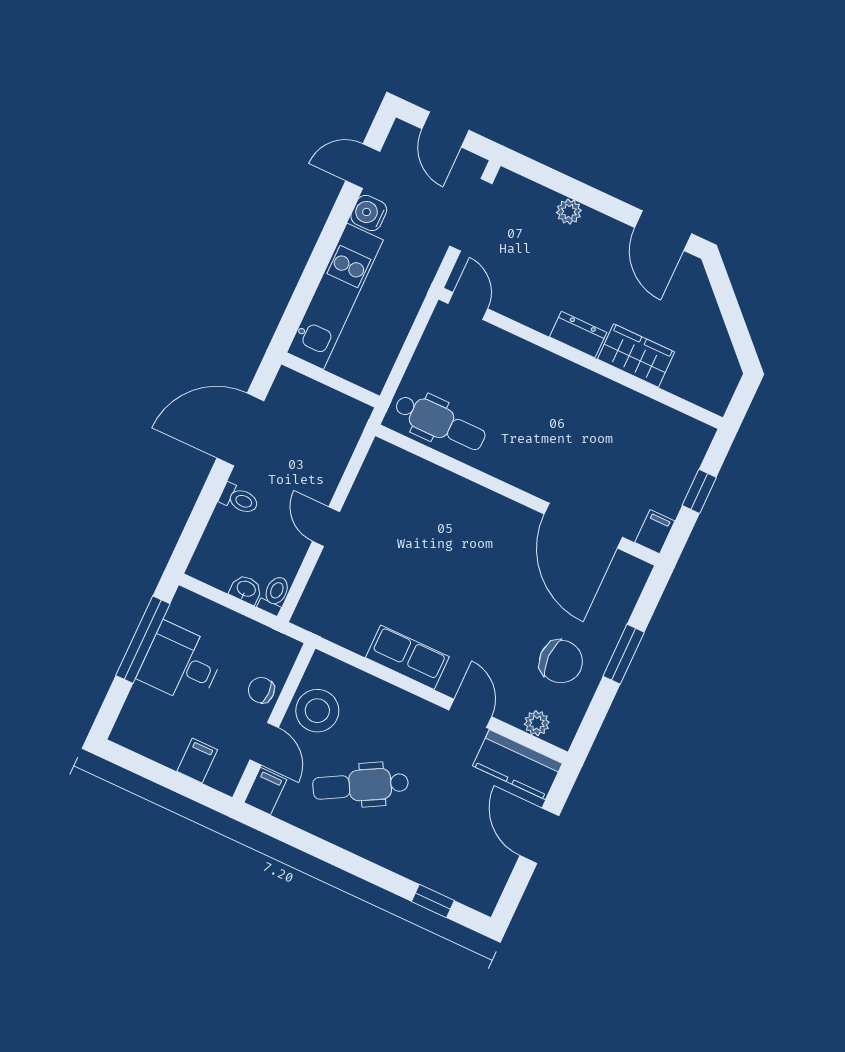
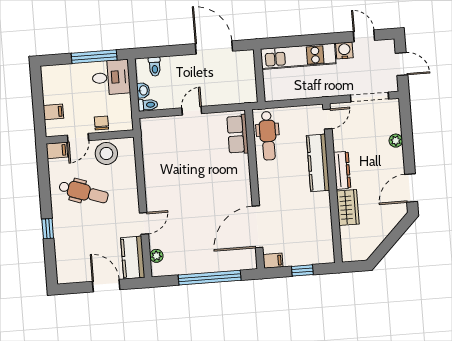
door: (445, 130) -> (402, 64), swing flipped
dresser: (578, 335) -> (342, 170), width x1.44
kitchen counter: (533, 363) -> (318, 163), added
toilet: (239, 499) -> (155, 67), moved
window: (624, 654) -> (210, 278), width x2.11
row of seats: (407, 657) -> (238, 134), moved, turned 180
chair: (561, 662) -> (190, 251), removed
desk: (181, 664) -> (111, 77), moved, turned 90
dental chair: (361, 785) -> (84, 192), turned 138
door: (539, 836) -> (106, 286), hinge flipped
window: (433, 901) -> (48, 229), moved

